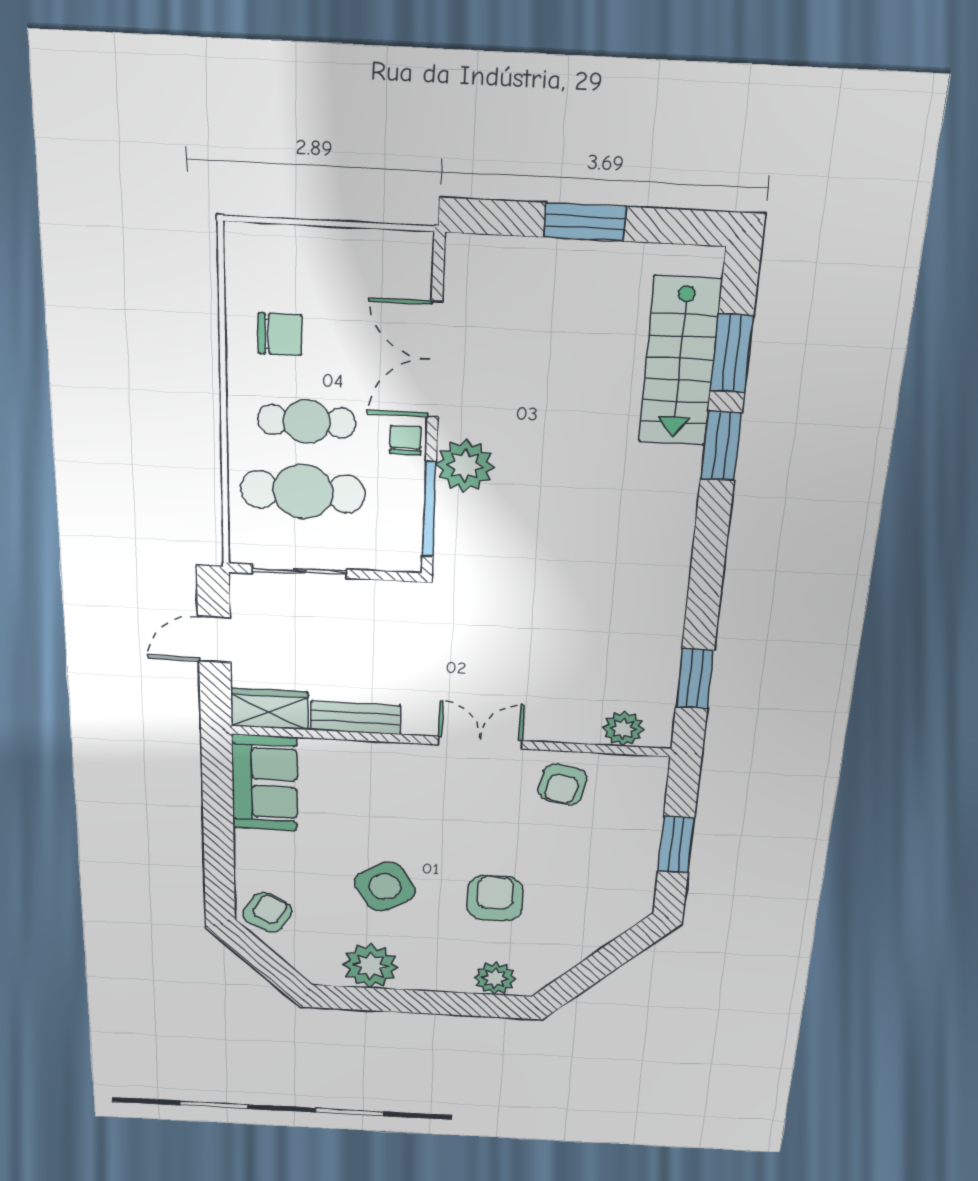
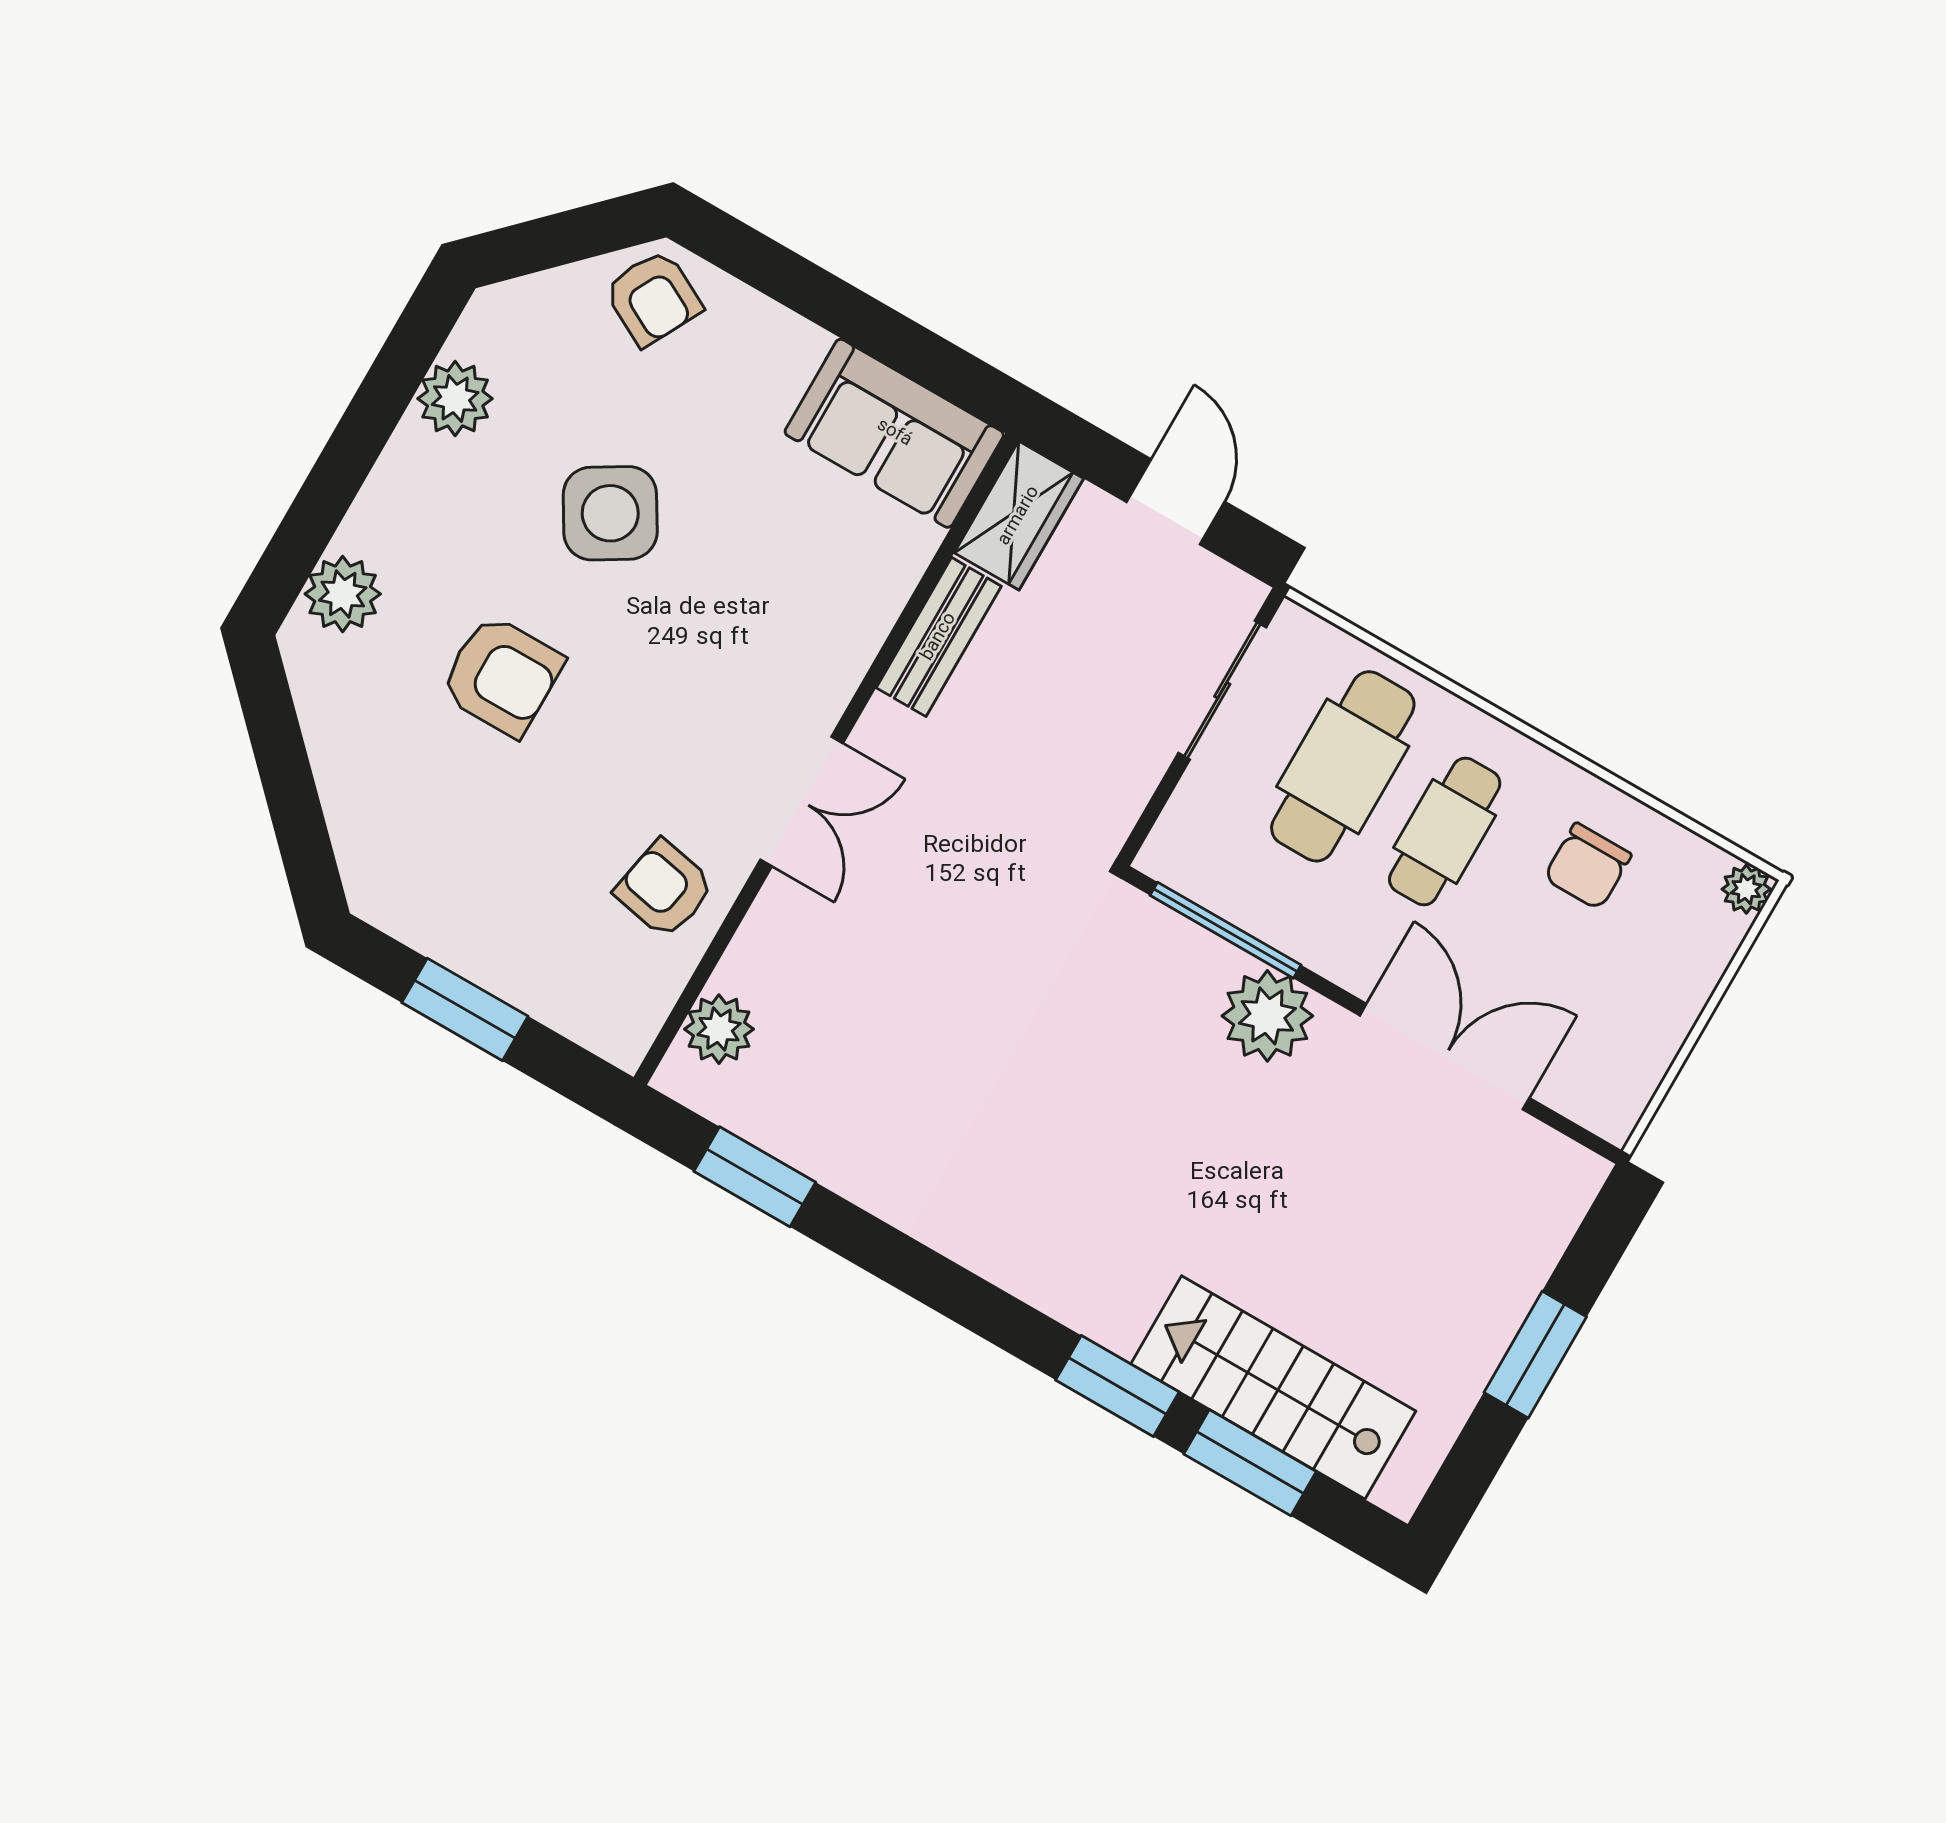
plant: (240, 238) -> (1746, 889), added
chair: (406, 440) -> (1347, 953), removed
plant: (371, 966) -> (455, 399), width x0.73, depth x0.73

